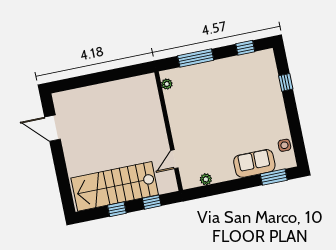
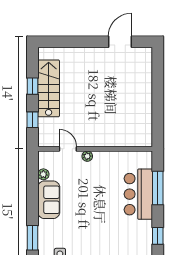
bar counter: (206, 77) -> (138, 194), added
plant: (167, 84) -> (87, 156), moved
sofa: (254, 163) -> (49, 200), moved
stairs: (115, 186) -> (49, 88), width x0.73, depth x0.66

